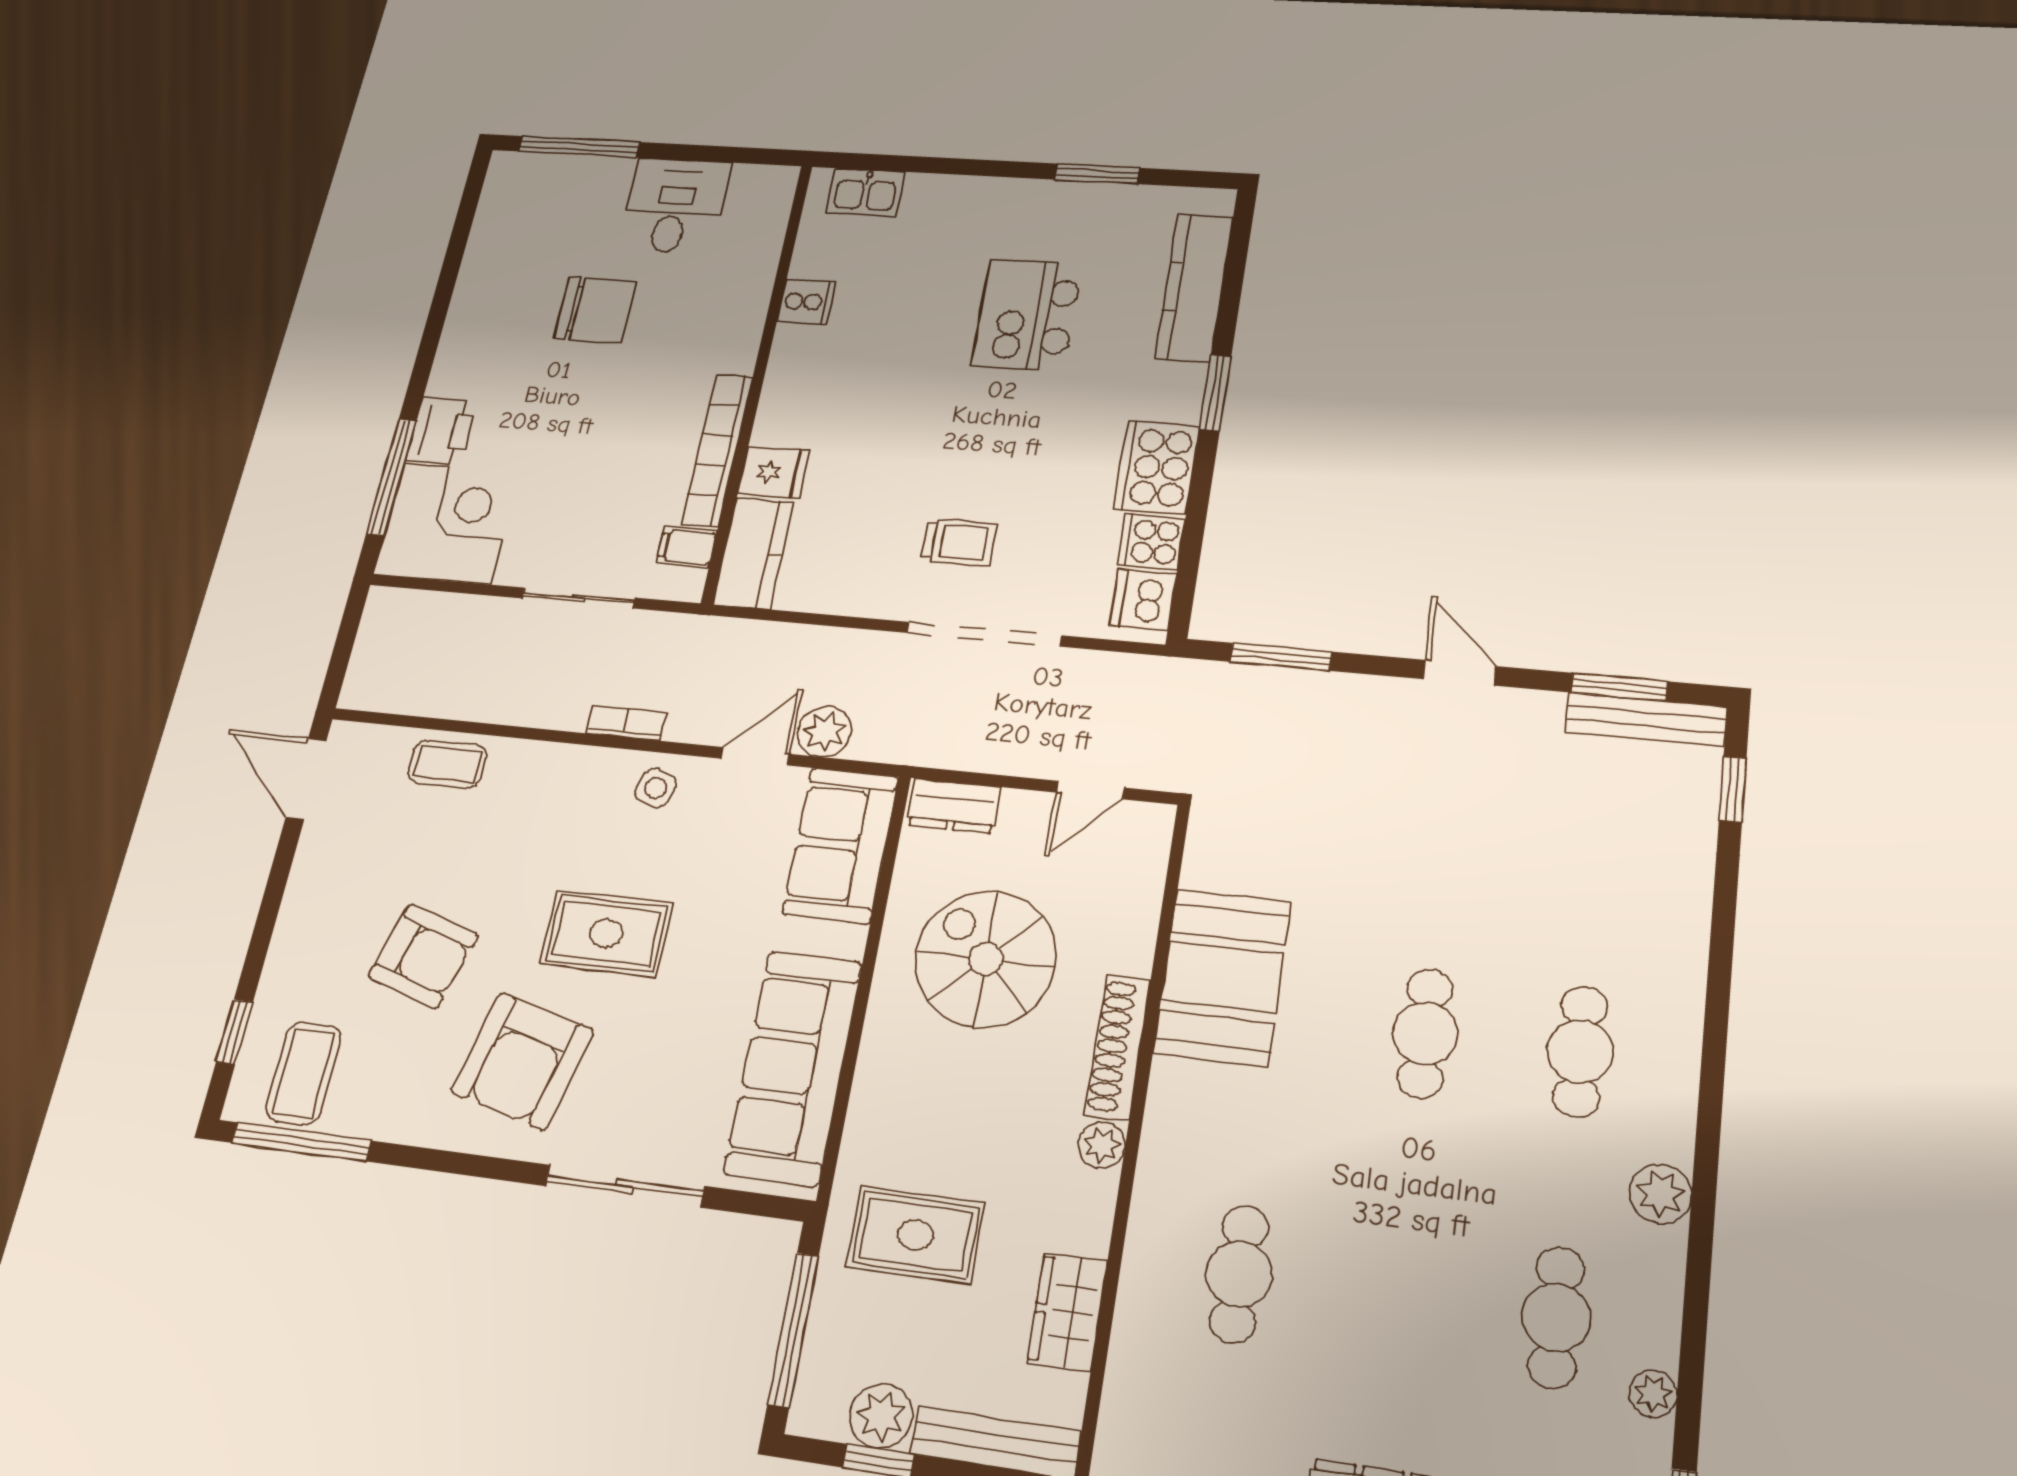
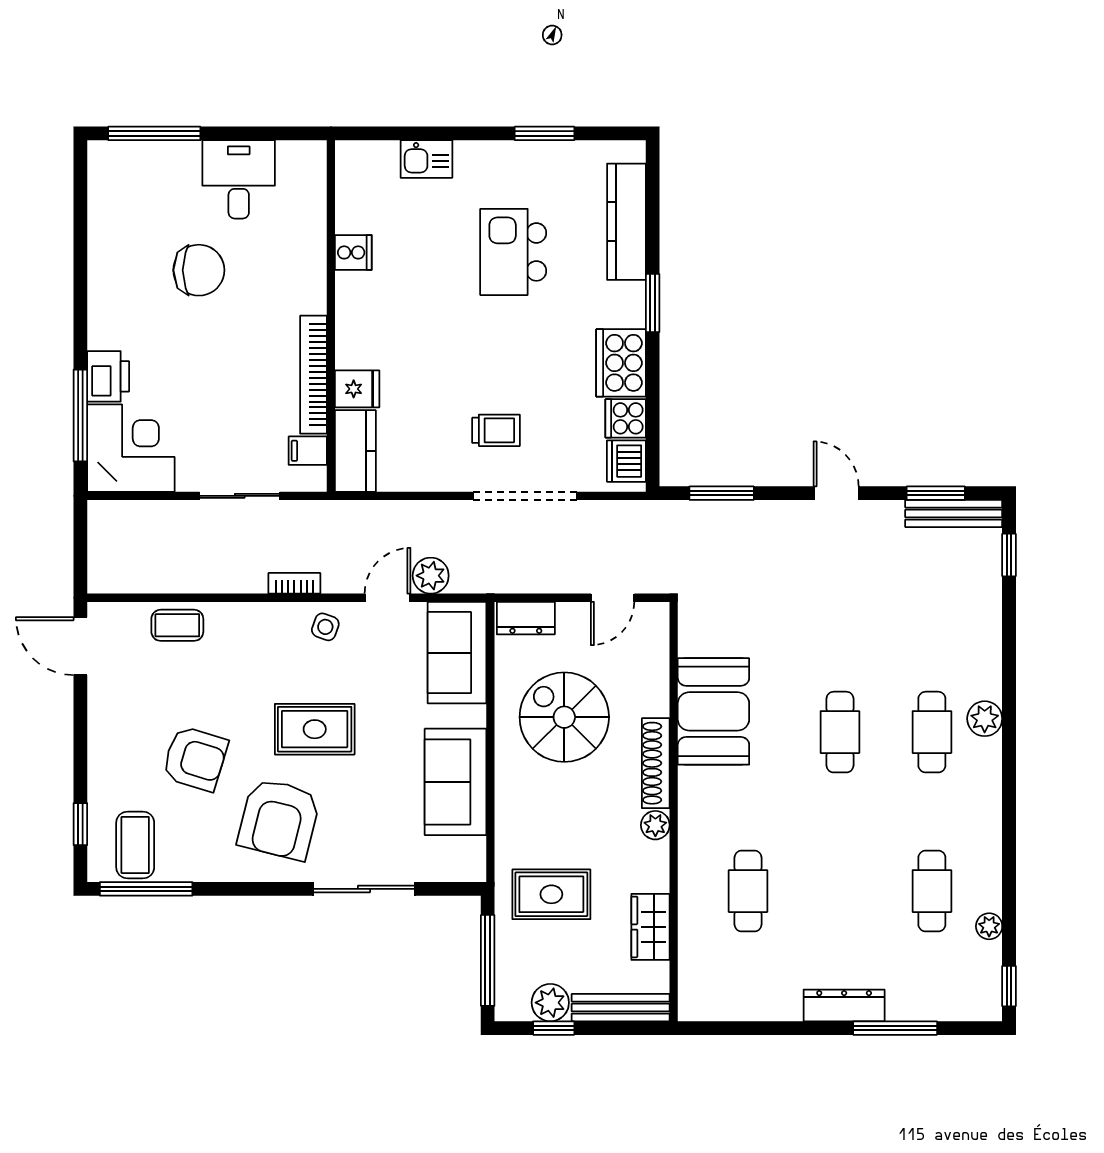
kitchen sink: (866, 192) -> (426, 159), moved
sofa: (794, 1067) -> (456, 782), width x0.73
plant: (1661, 1194) -> (985, 719), moved

